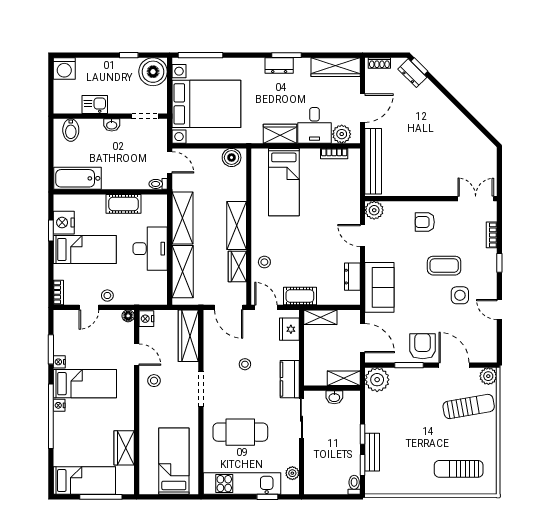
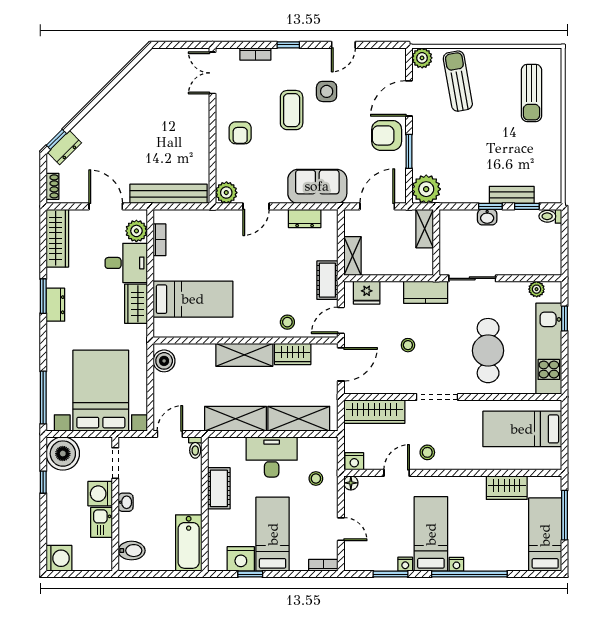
washing machine: (119, 103) -> (100, 494), added
stool: (107, 296) -> (316, 478), moved
washbasin: (334, 397) -> (487, 217), moved, turned 90

